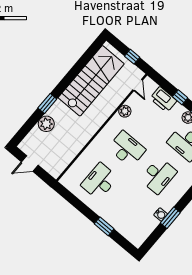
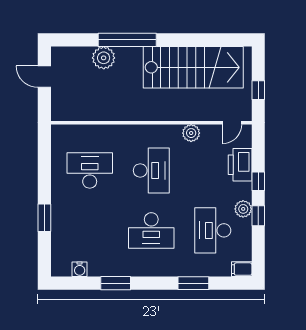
window: (47, 103) -> (127, 40), width x2.11
water cooler: (161, 214) -> (80, 269), moved

